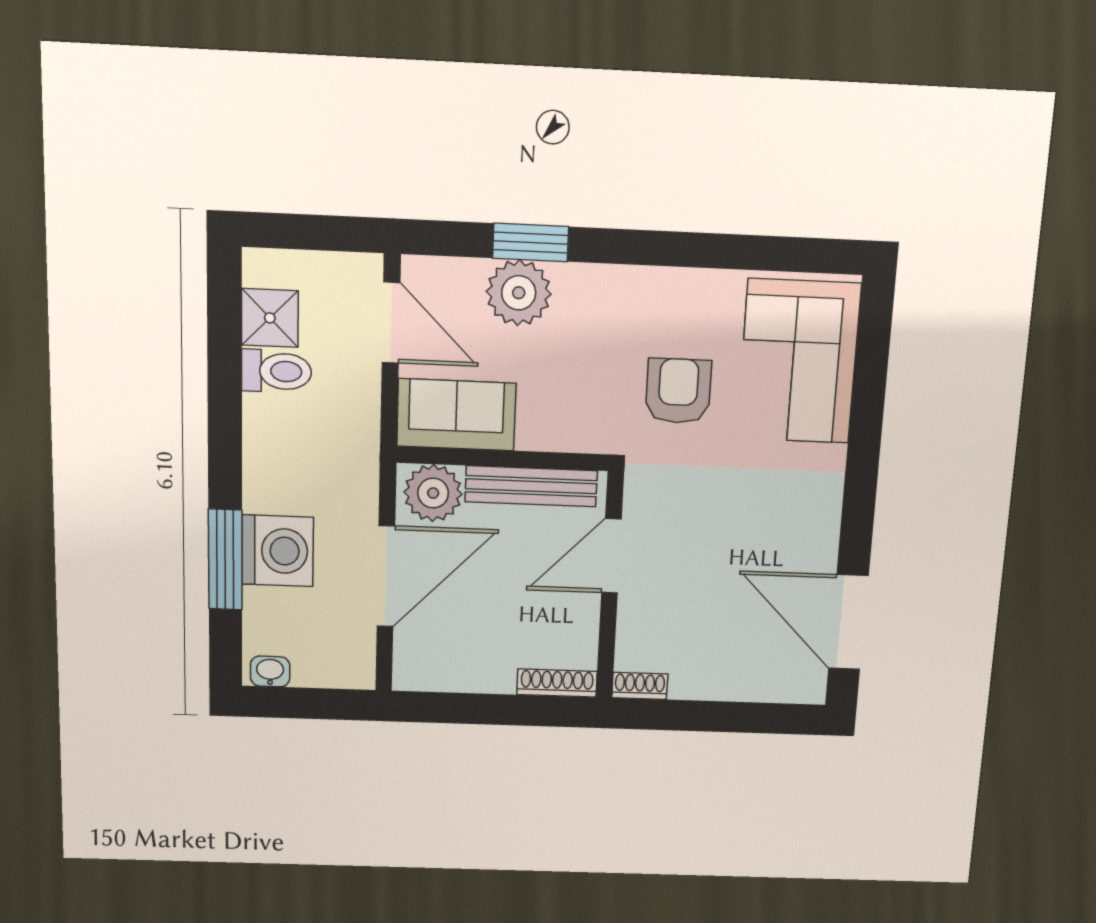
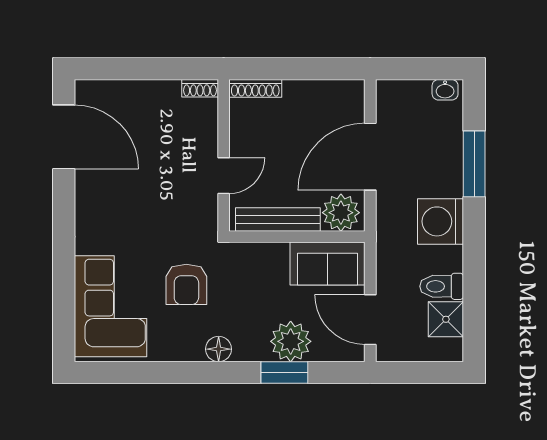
floor lamp: (634, 286) -> (219, 349), added
washing machine: (277, 551) -> (441, 221), moved
door: (611, 556) -> (224, 176), width x0.73

